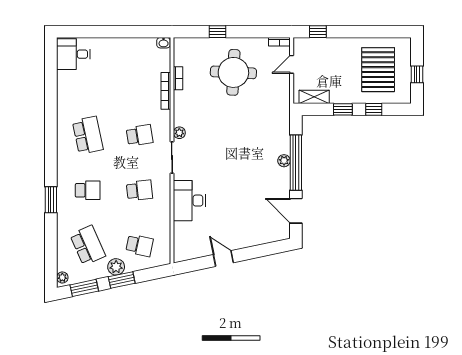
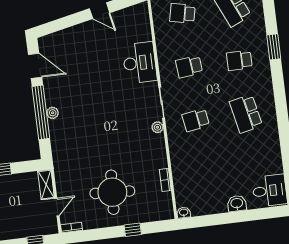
washbasin: (108, 45) -> (237, 204), added
bookcase: (166, 91) -> (176, 166), removed
shelving: (314, 97) -> (46, 185), moved, turned 90

